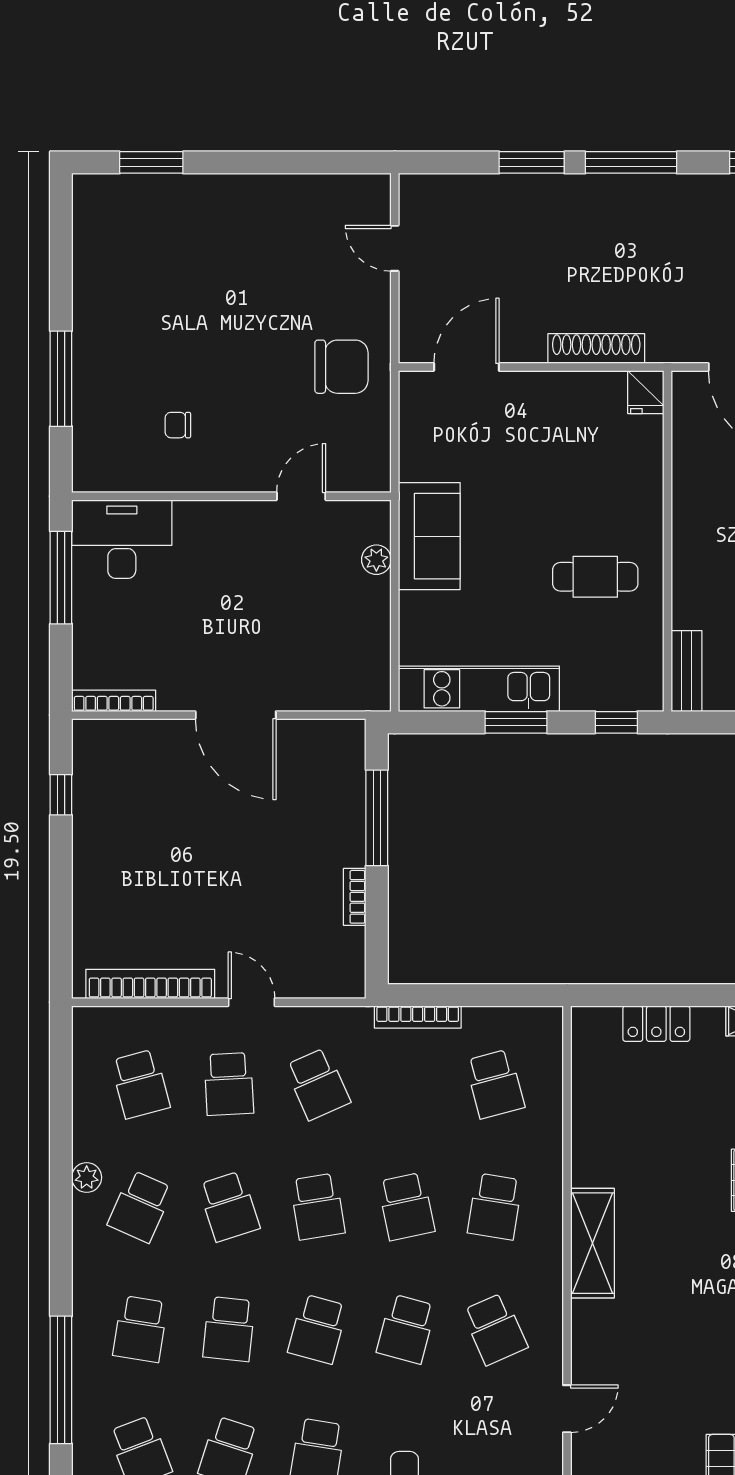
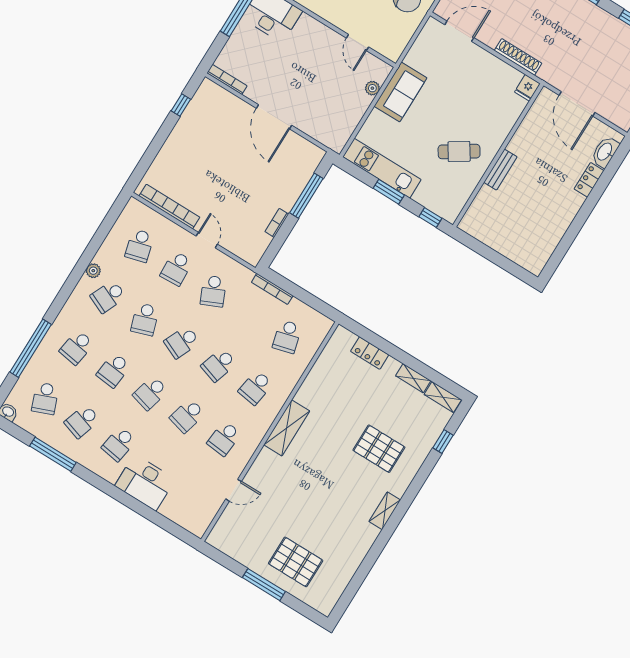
door: (301, 496) -> (357, 42), swing flipped
cafe table: (595, 577) -> (459, 151), turned -33
bench: (686, 671) -> (500, 170), moved
school desk: (318, 1207) -> (182, 342), turned 33
school desk: (406, 1207) -> (219, 365), turned 30
school desk: (495, 1329) -> (224, 439), turned 30

